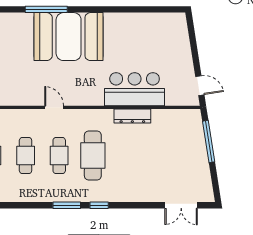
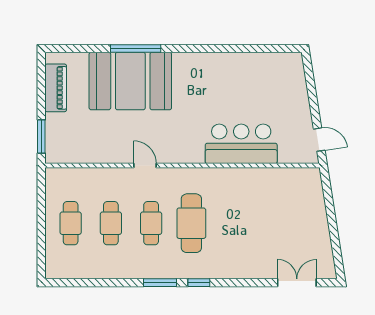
booth: (69, 37) -> (130, 81), moved
dresser: (132, 116) -> (239, 176), removed
window: (209, 142) -> (330, 206), removed
double door: (181, 205) -> (297, 283), swing flipped

